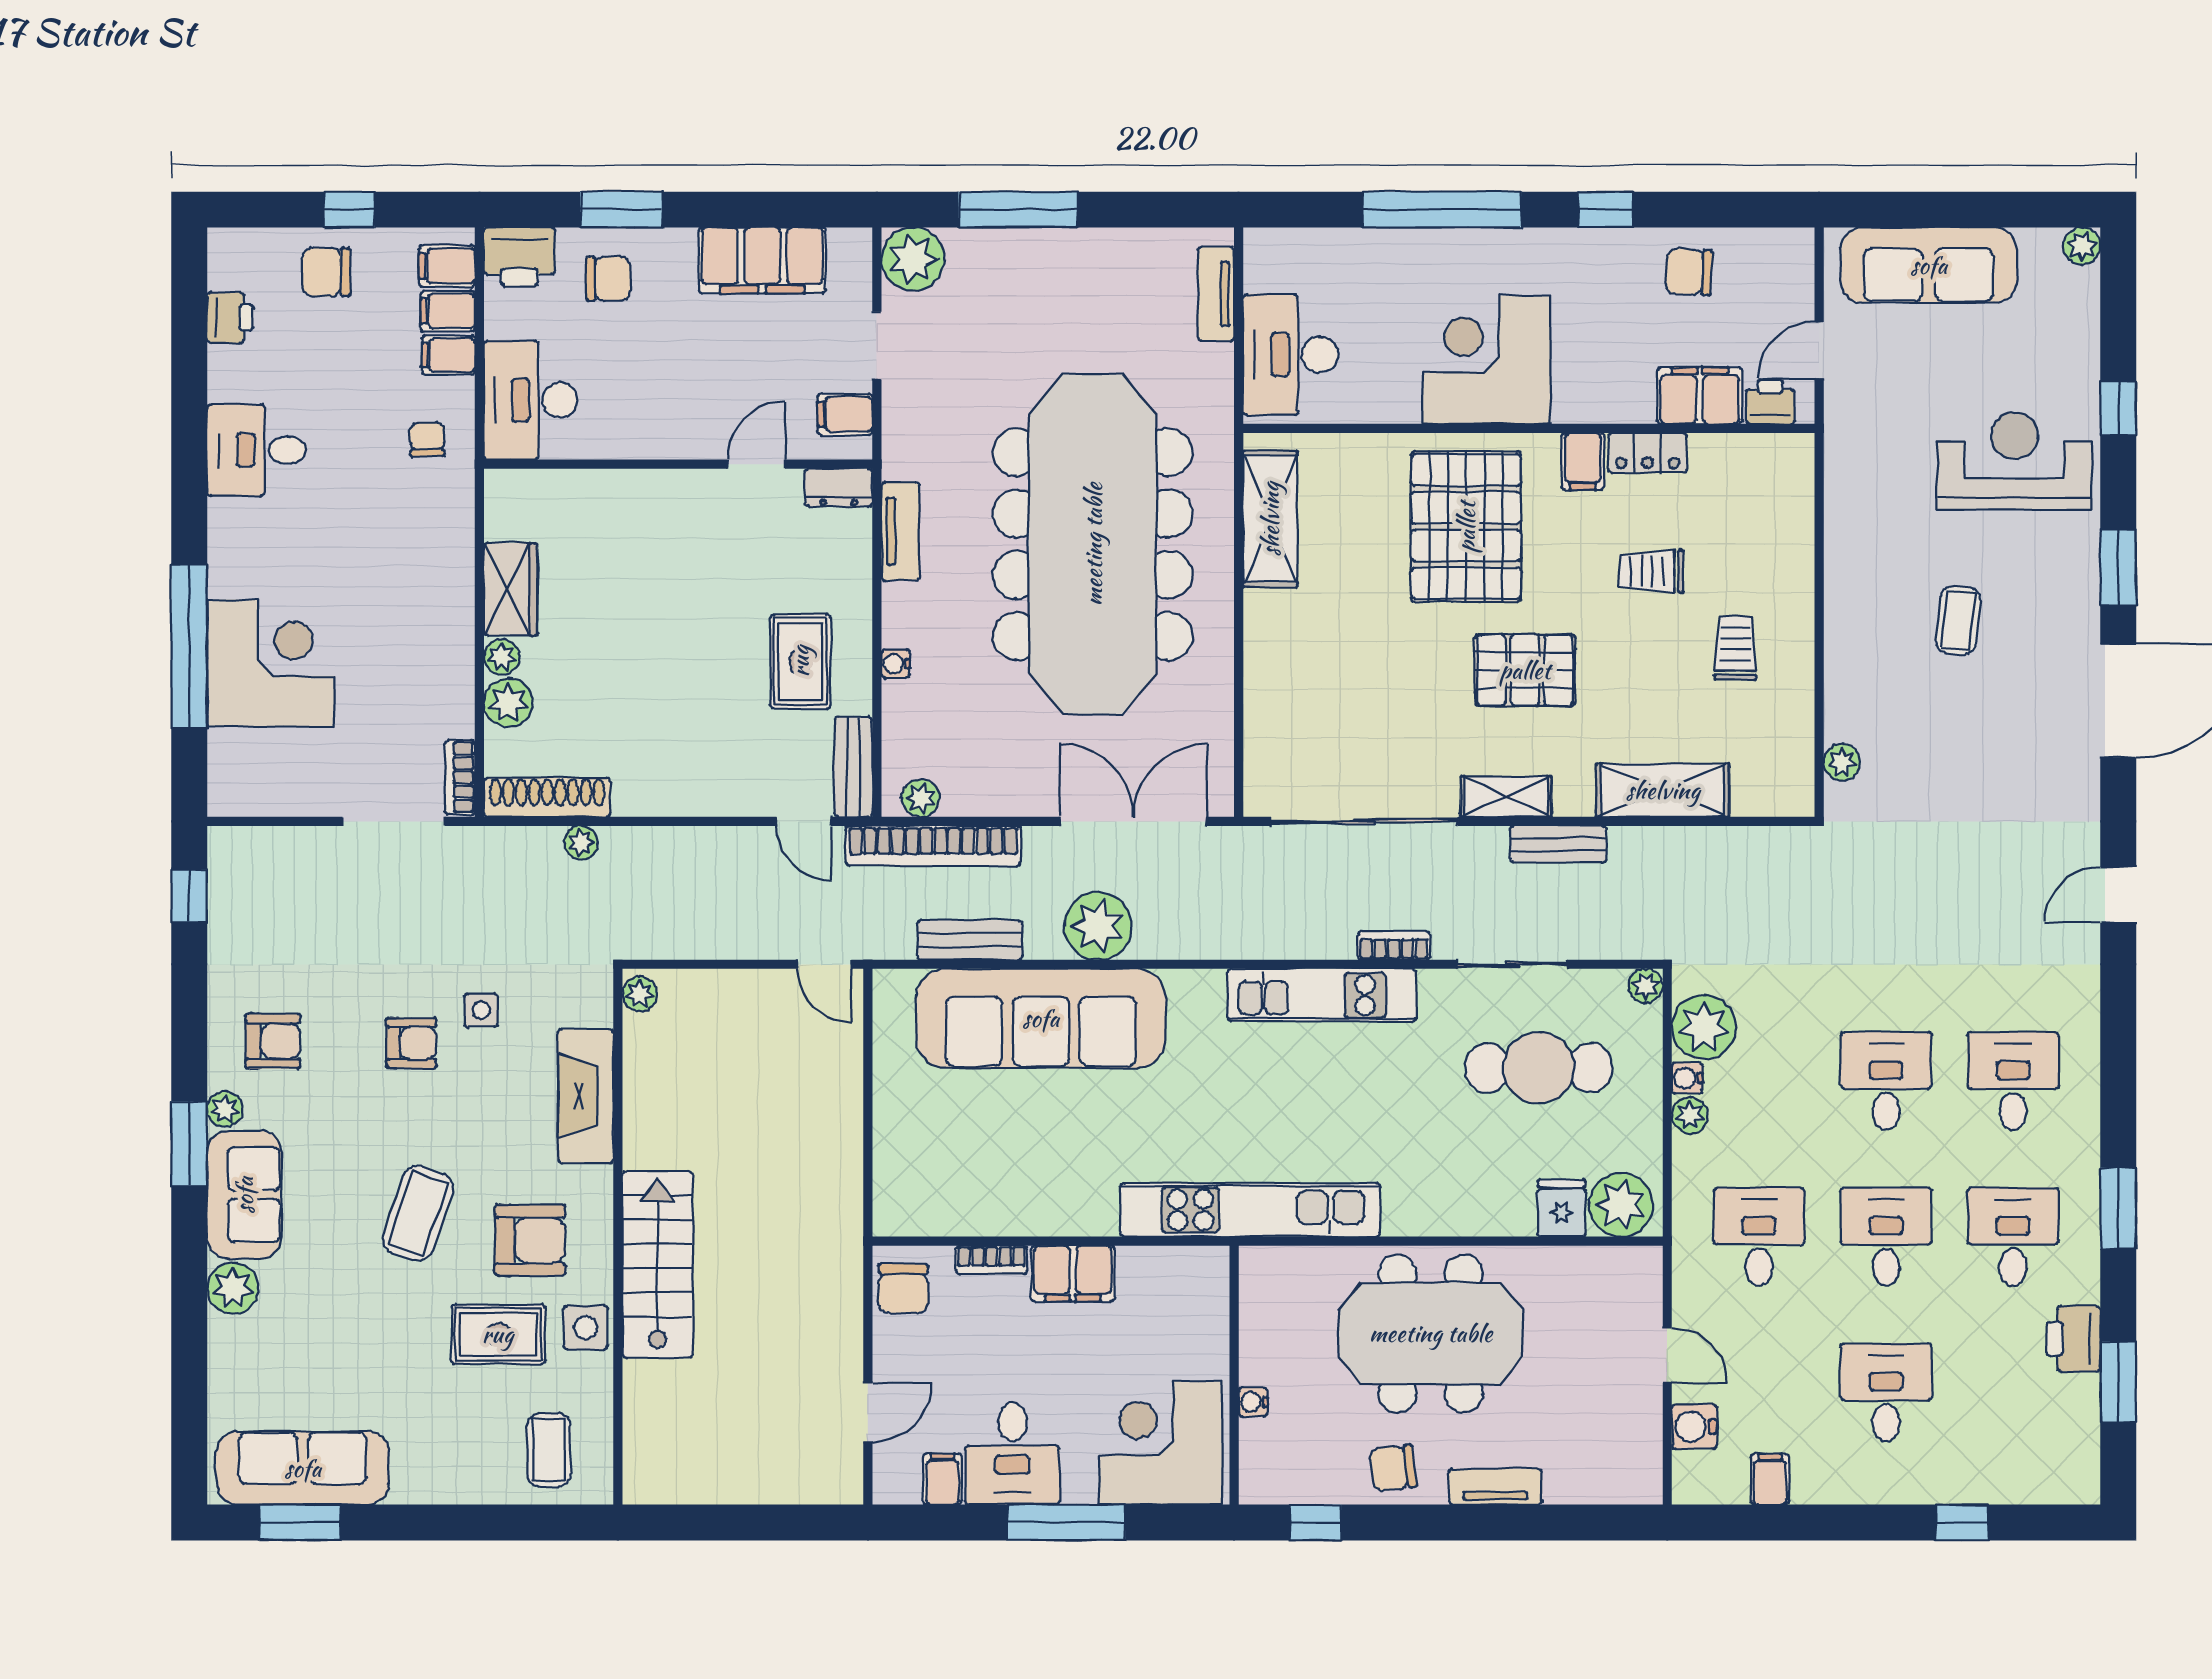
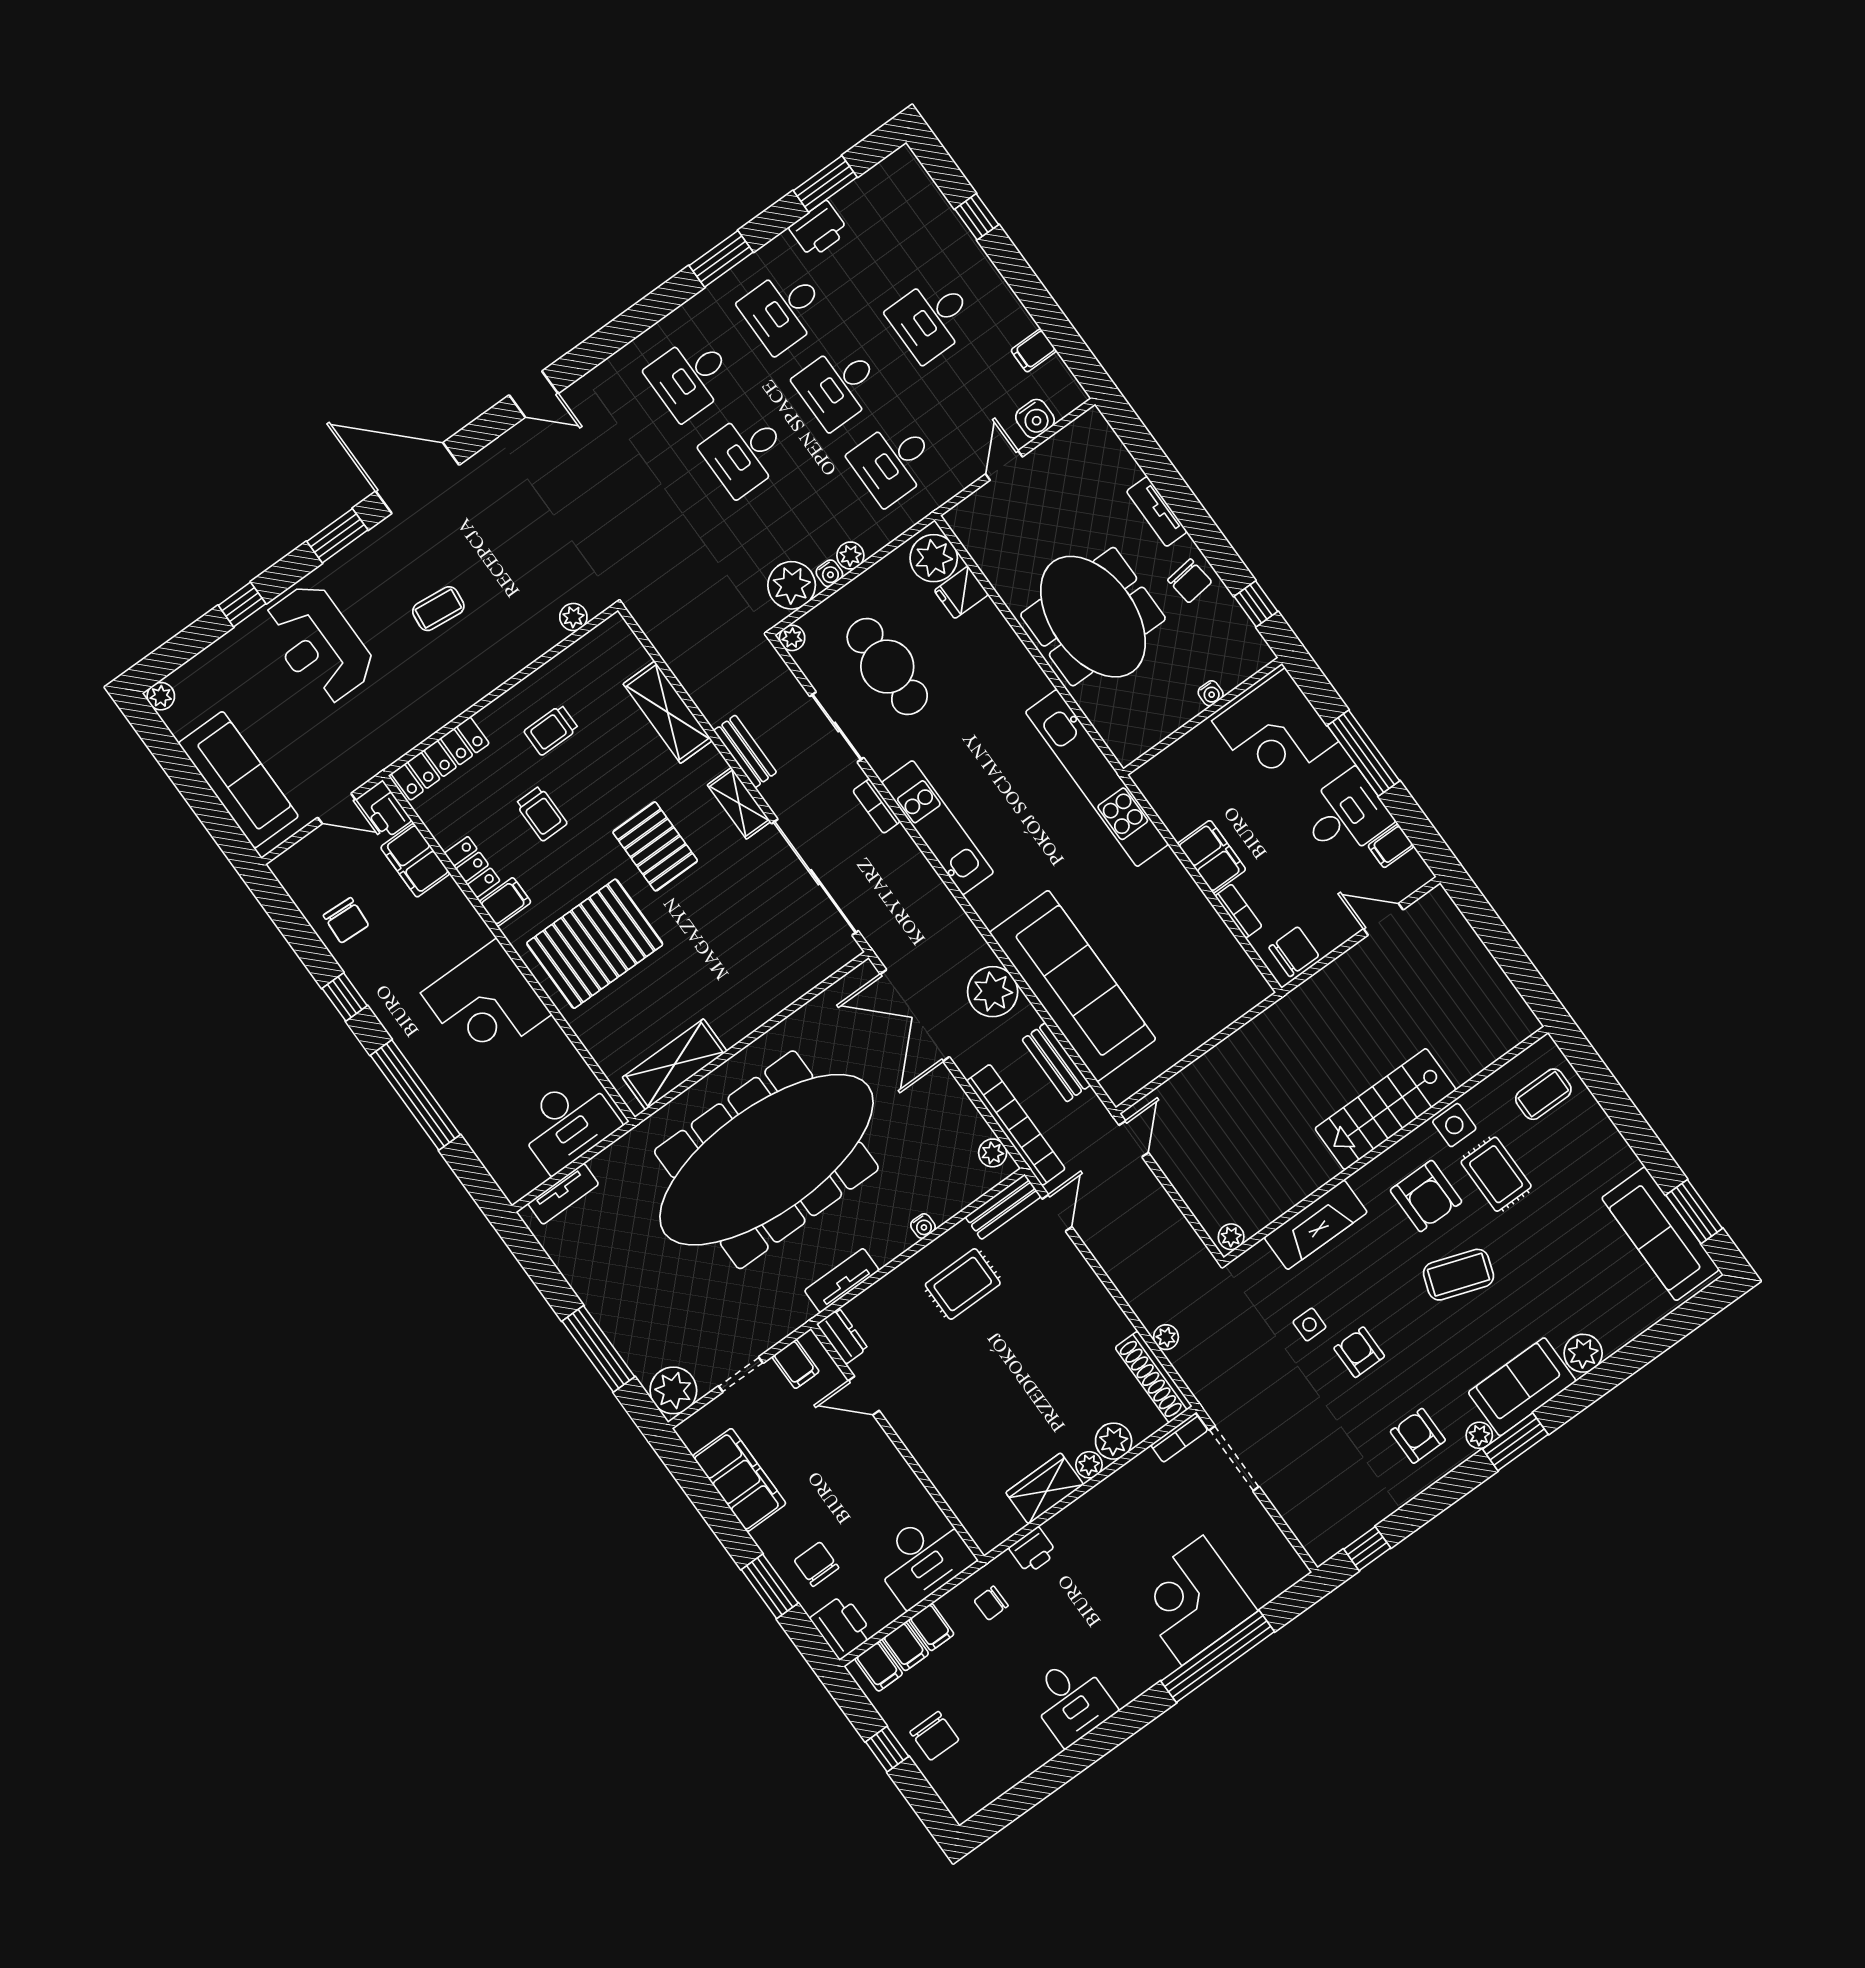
printer: (230, 317) -> (1033, 1551), moved, turned 180
locker: (1792, 504) -> (440, 759), added
armchair: (530, 1240) -> (1426, 1196), turned 180

